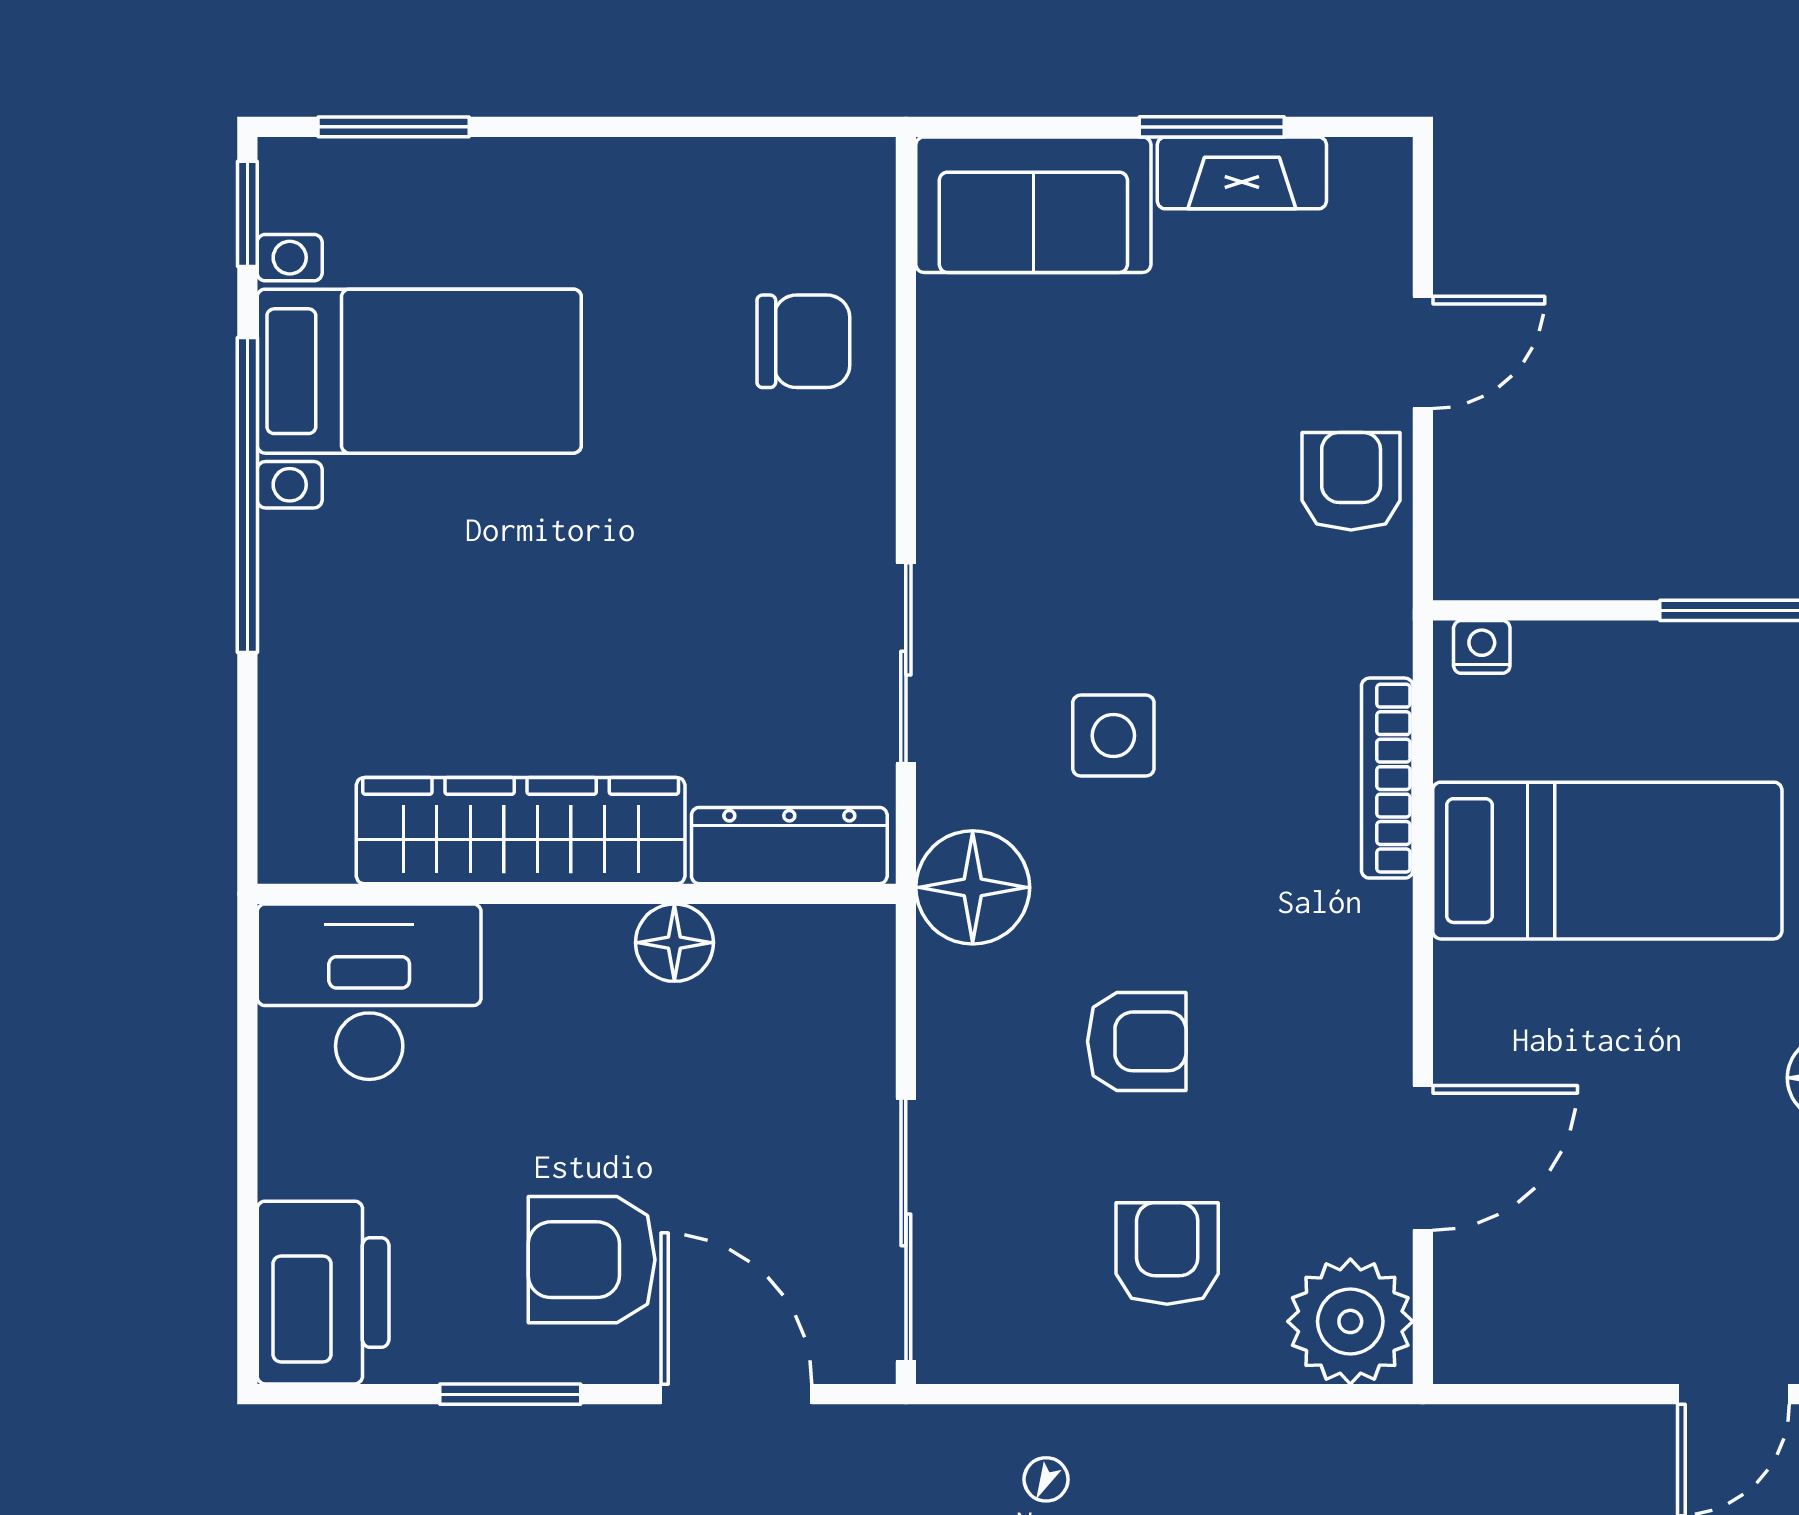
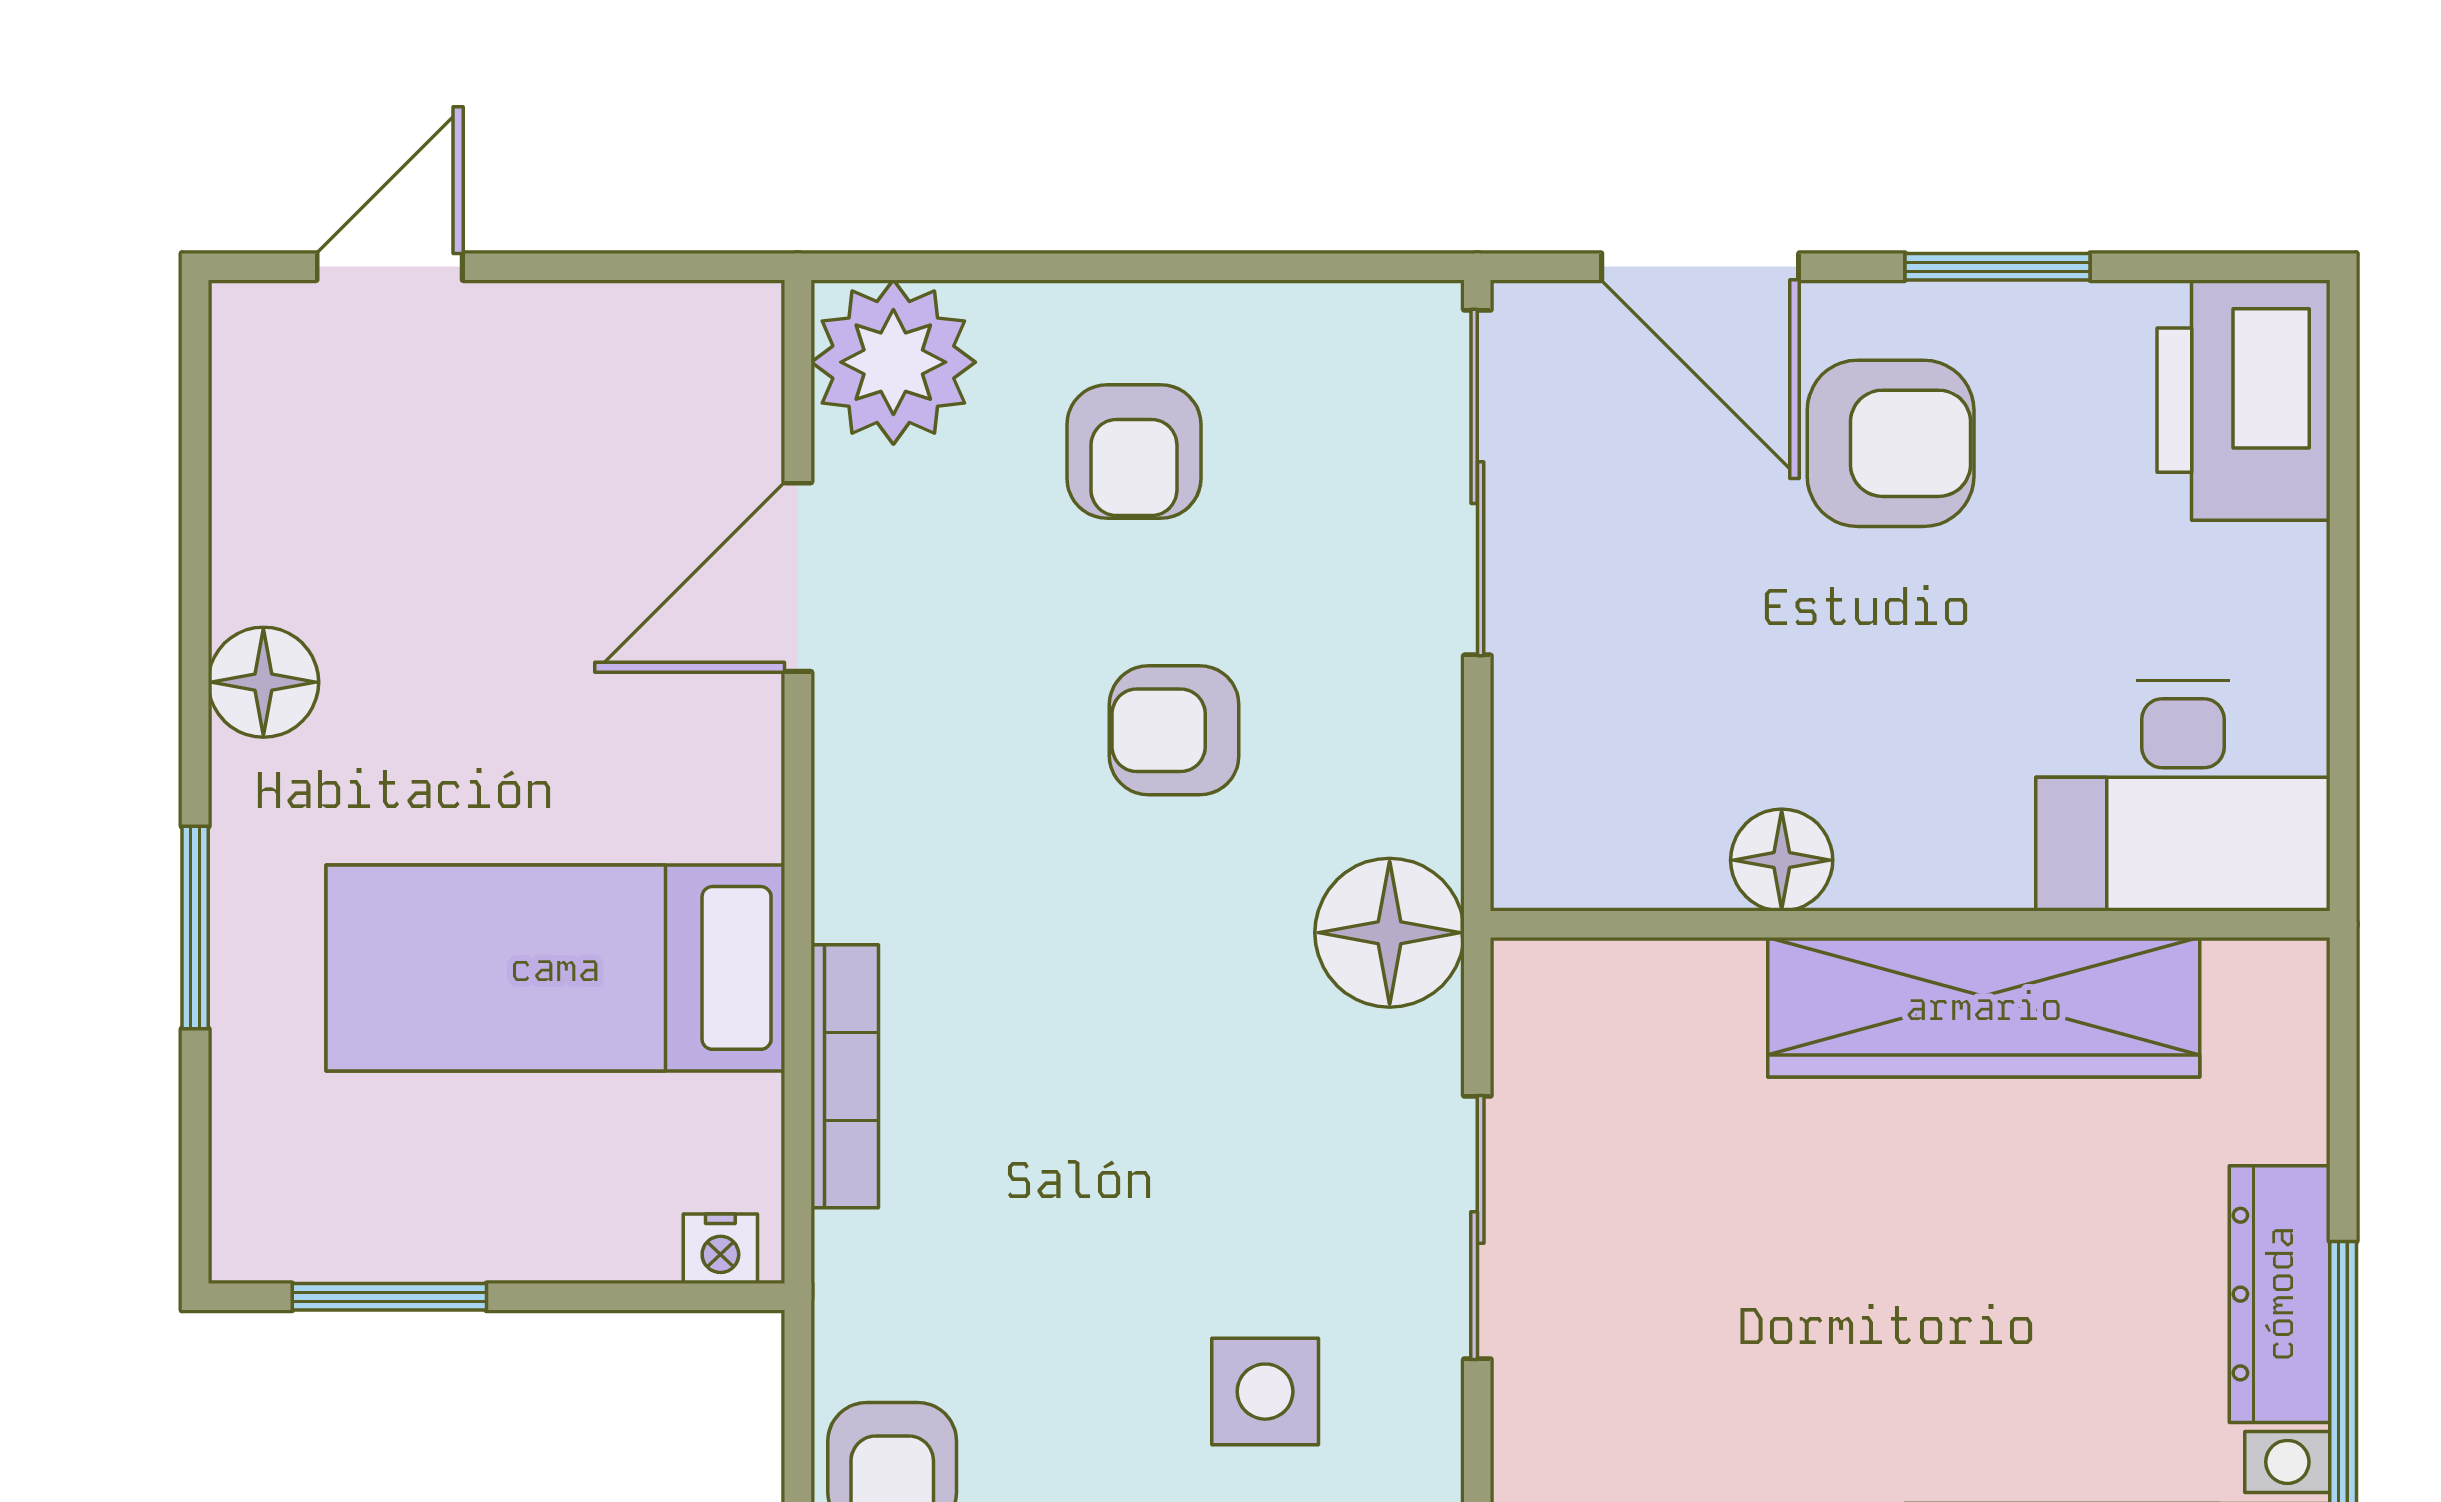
side table: (1113, 736) -> (1265, 1392), moved
dresser: (789, 846) -> (2280, 1294), moved, turned 90

